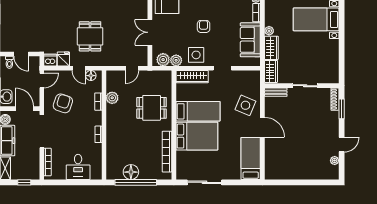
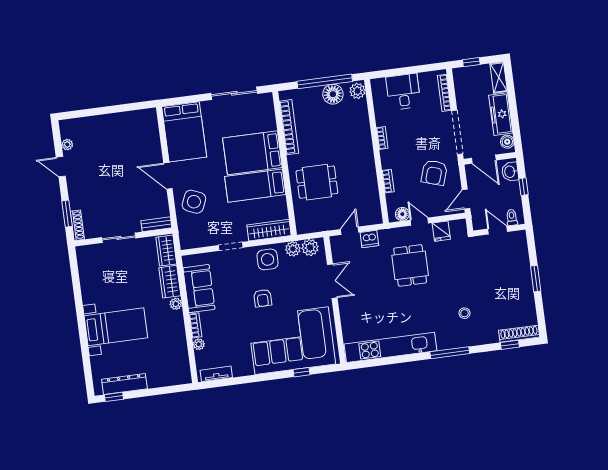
dishwasher: (50, 60) -> (369, 239), moved
plant: (112, 98) -> (358, 91), moved
door: (342, 145) -> (61, 167), hinge flipped
bed: (251, 158) -> (184, 132), width x1.50

